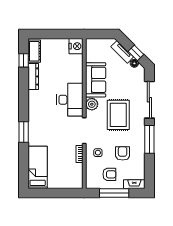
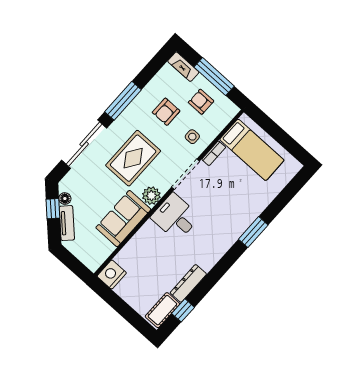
desk: (70, 100) -> (175, 217), width x0.73
bed: (38, 167) -> (252, 150), moved, turned -90

